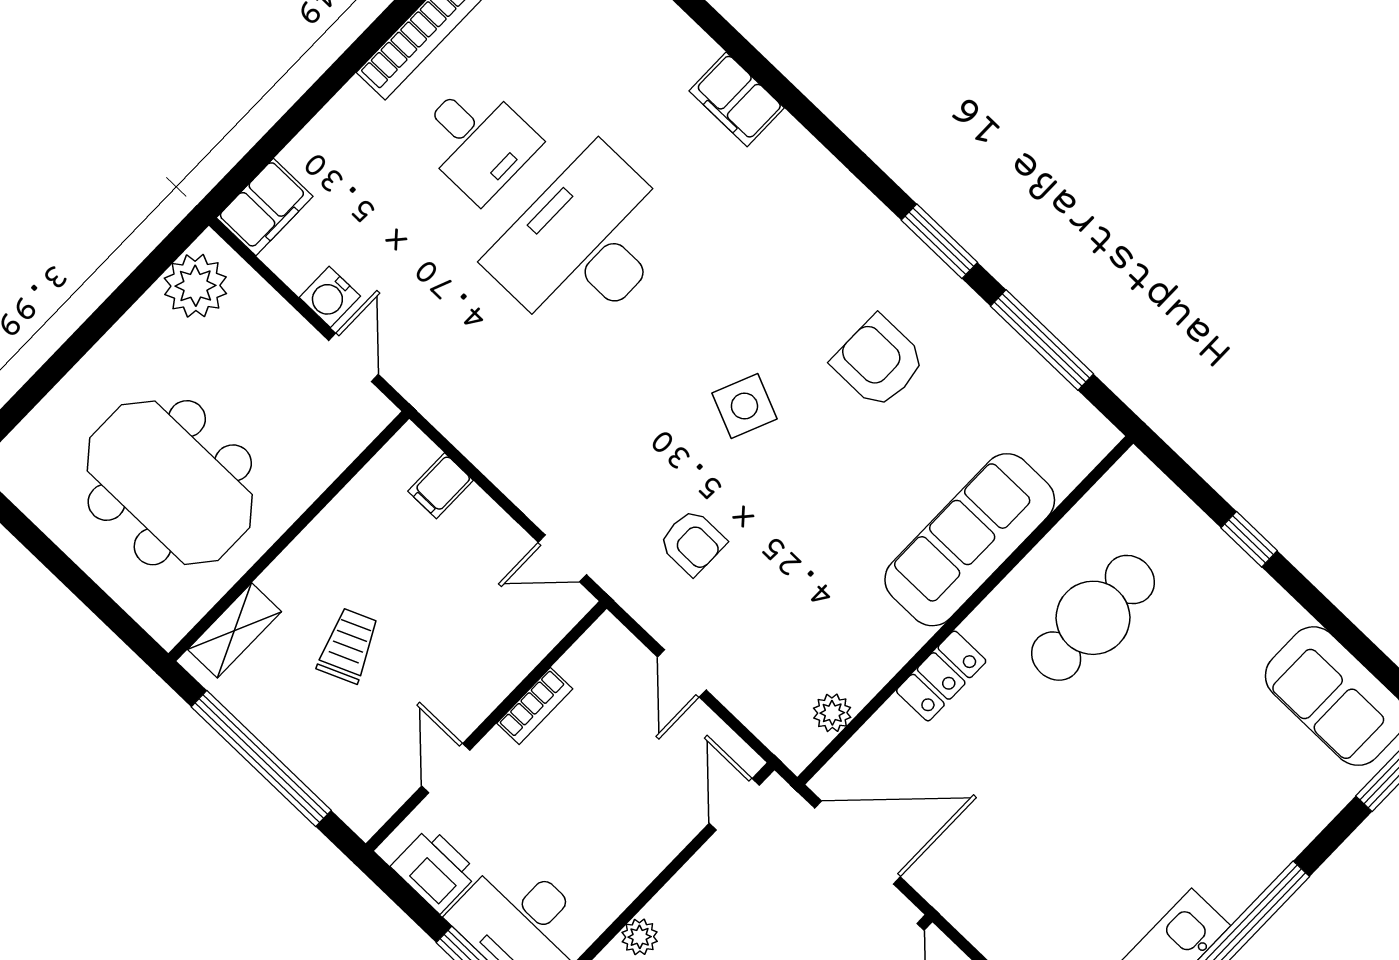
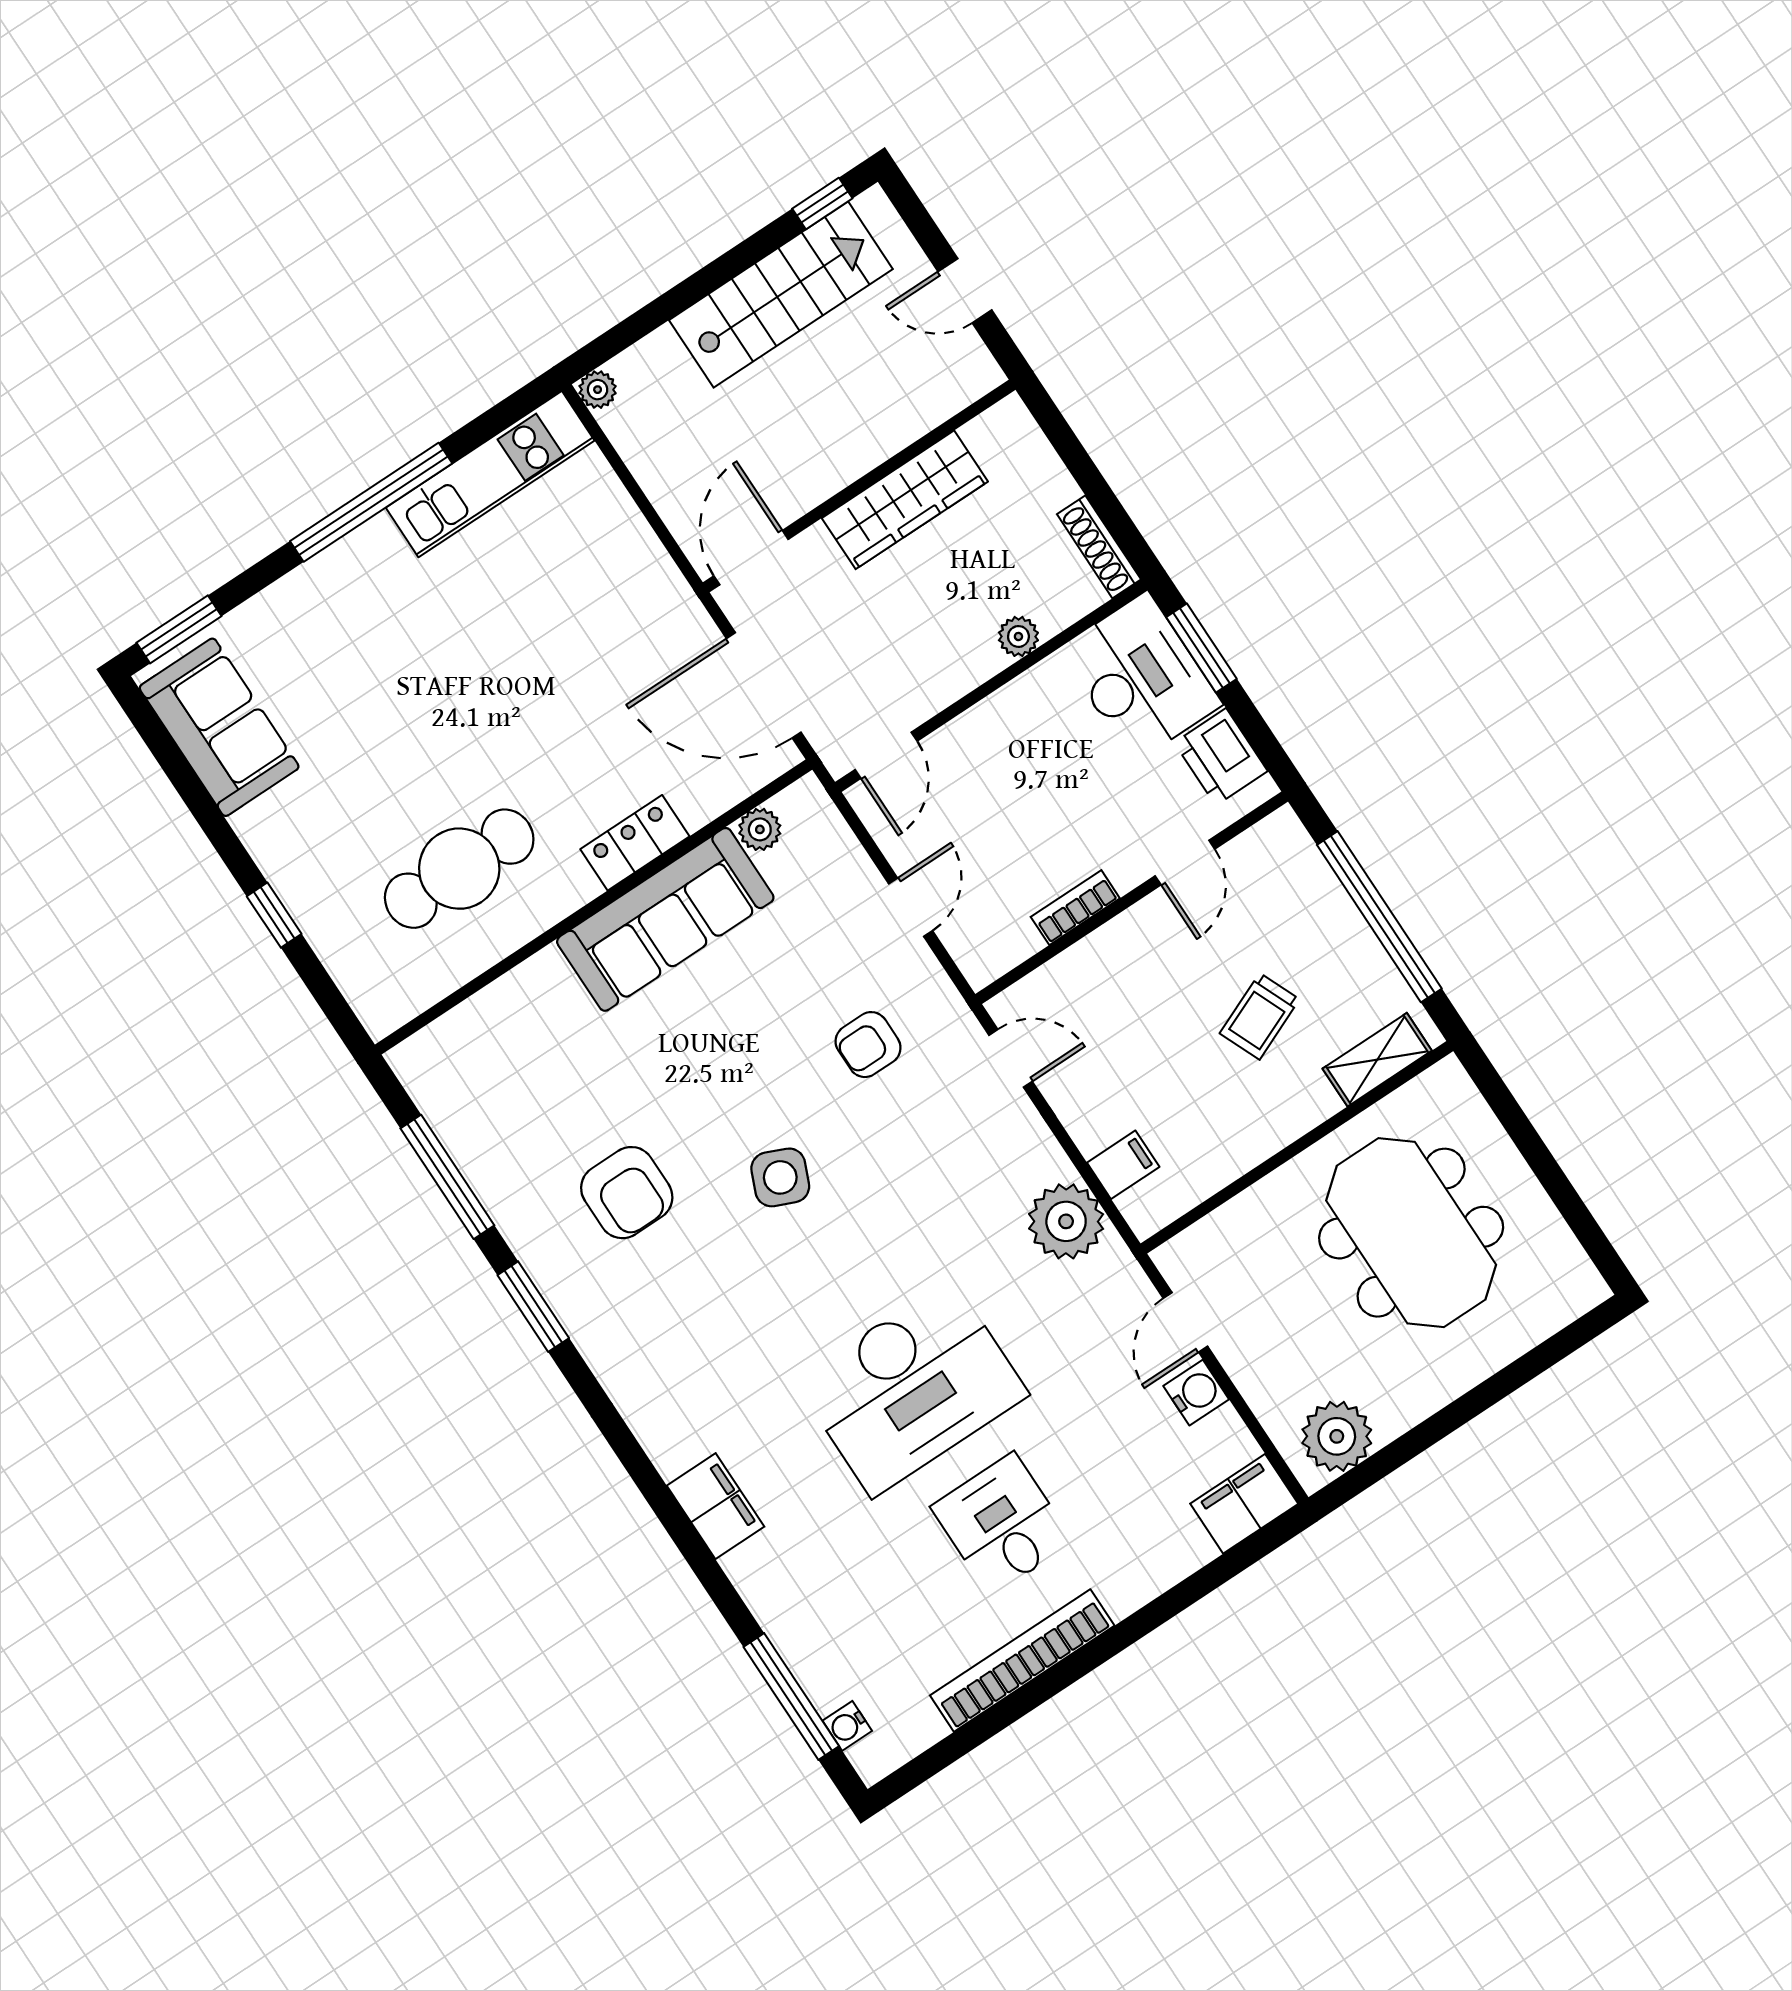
plant: (480, 424) -> (1066, 1221), added
sofa: (970, 540) -> (665, 919), moved
armchair: (693, 542) -> (868, 1045), turned -90

